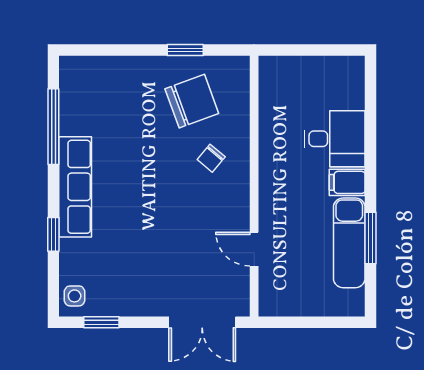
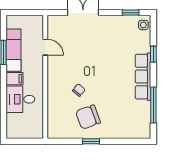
wall: (254, 186) -> (45, 77), moved
door: (254, 249) -> (45, 47), moved

